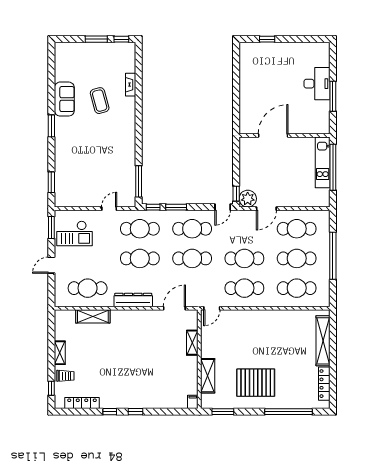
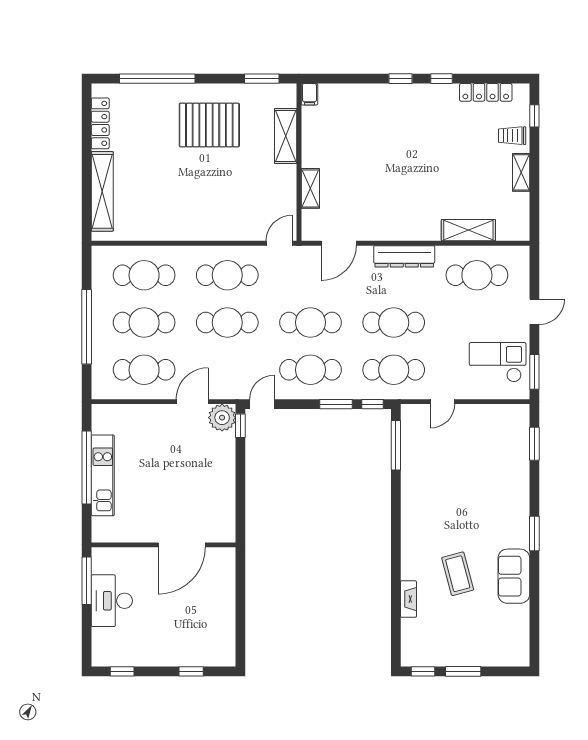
window: (310, 39) -> (122, 671), added
door: (273, 136) -> (182, 545), moved
wall: (284, 136) -> (164, 545), moved

